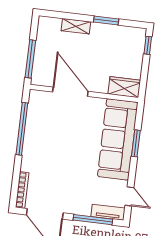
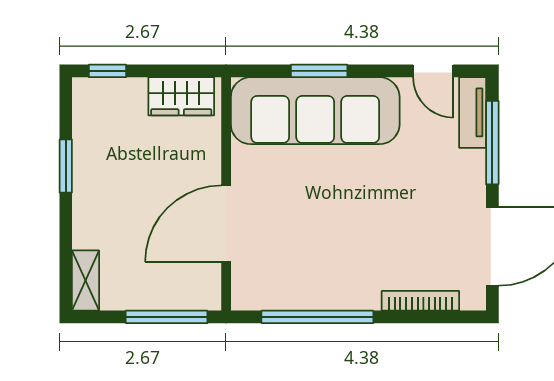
shelving: (76, 26) -> (86, 281), moved
wardrobe: (124, 87) -> (181, 96), moved, turned -90
bookcase: (22, 190) -> (420, 301), moved
door: (129, 196) -> (433, 71), swing flipped

